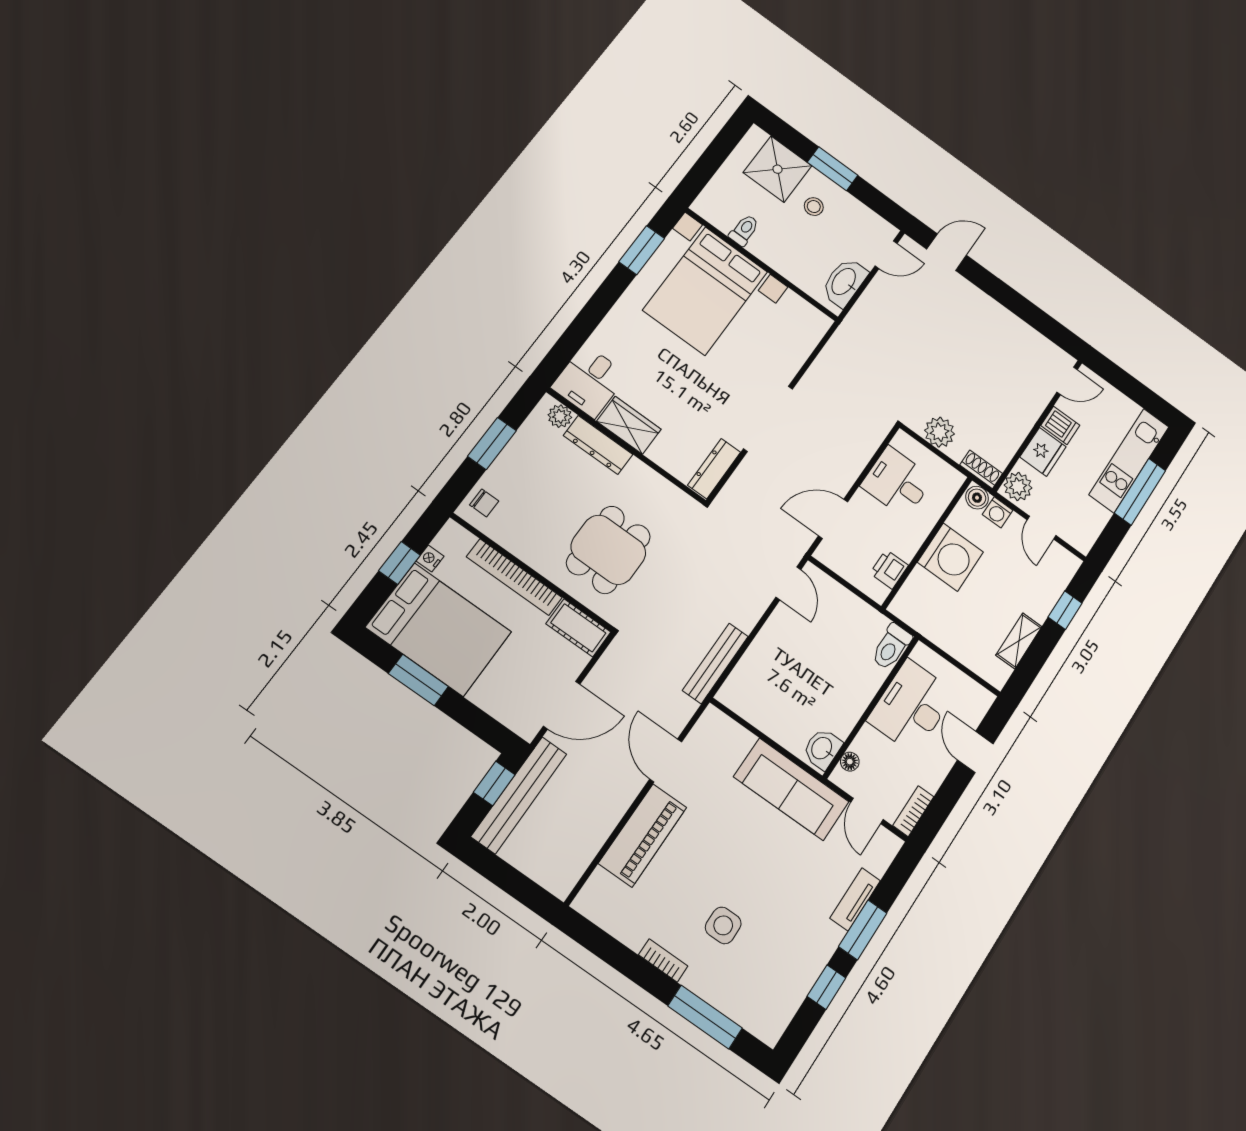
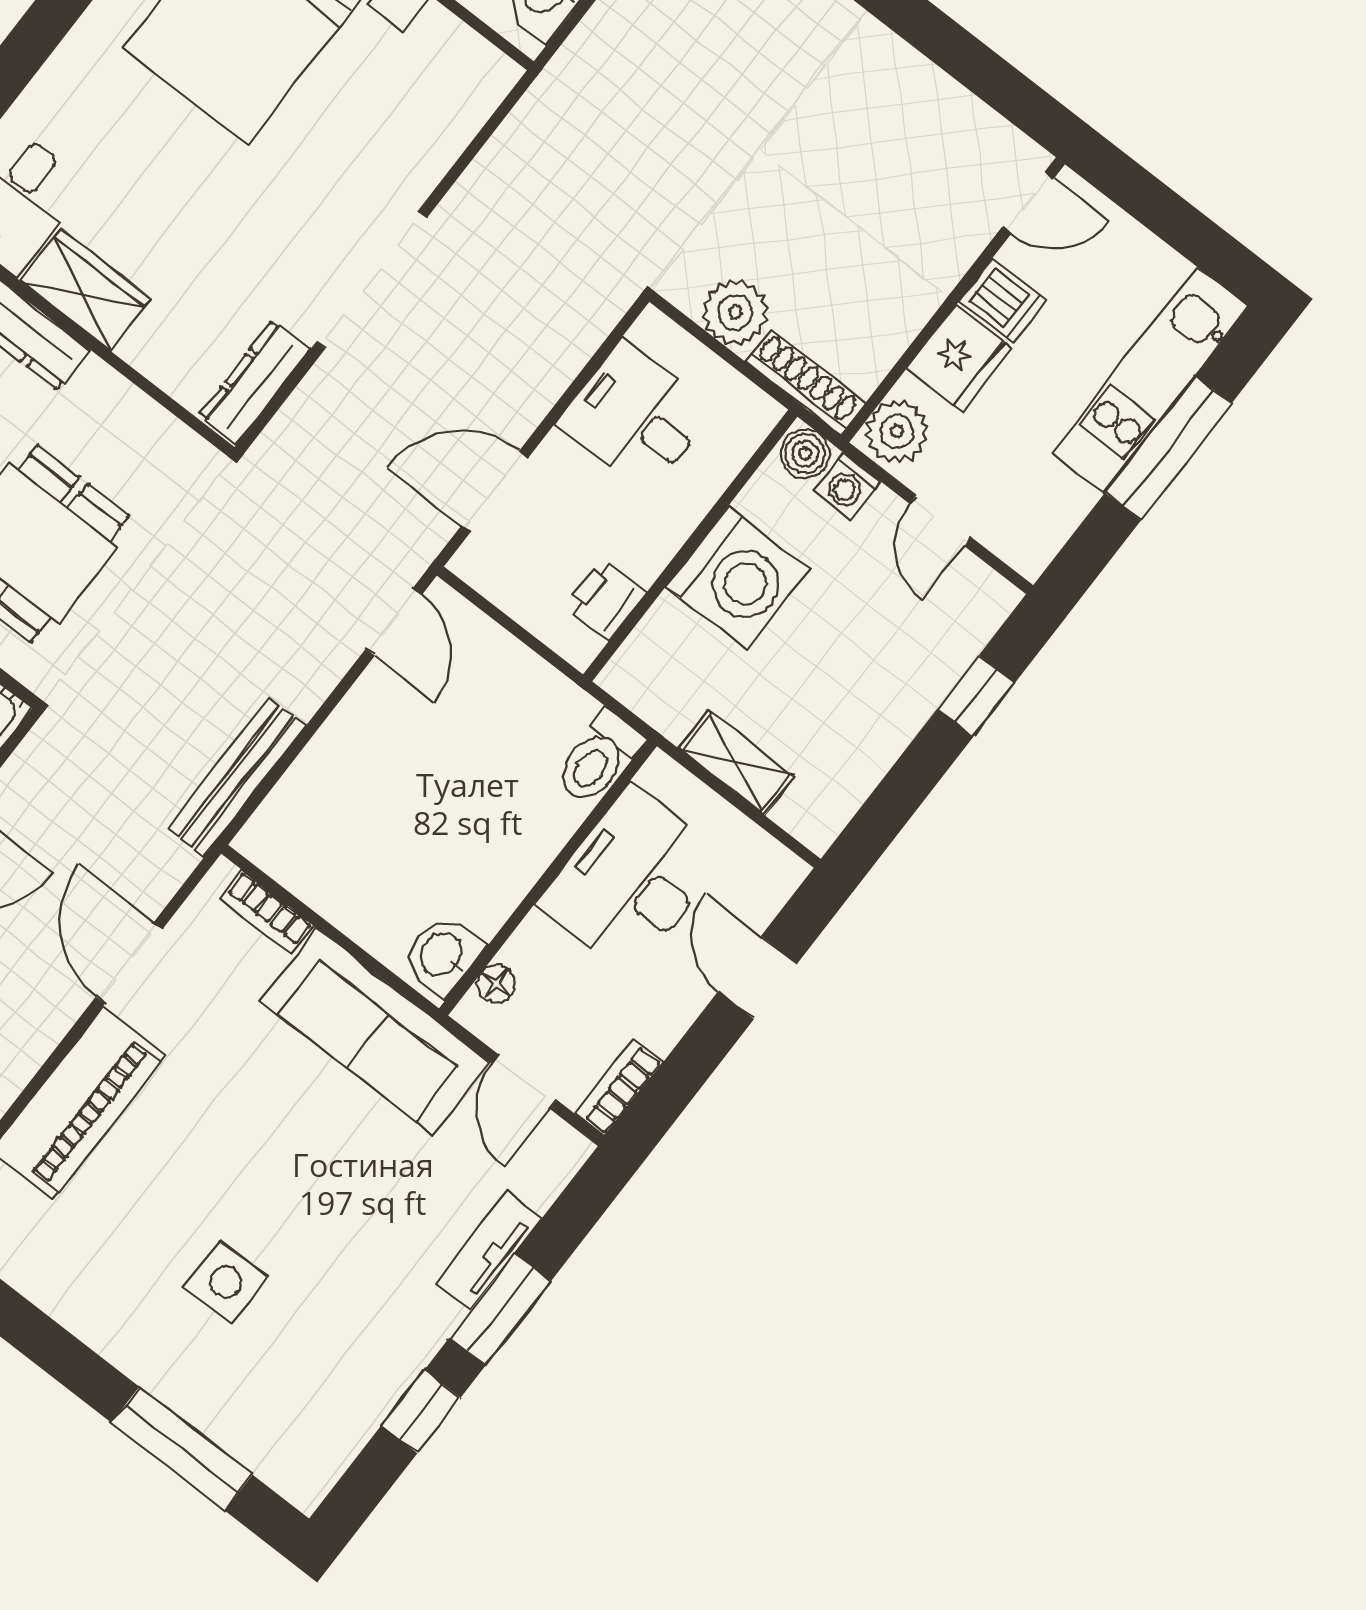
shoe rack: (981, 469) -> (805, 382), width x1.43
shelving: (1019, 641) -> (736, 763), moved, turned 90
bookcase: (663, 960) -> (267, 912), moved, turned 180

